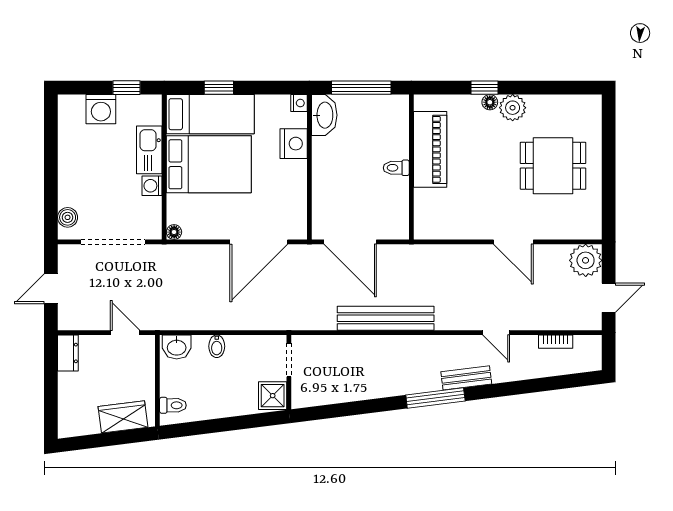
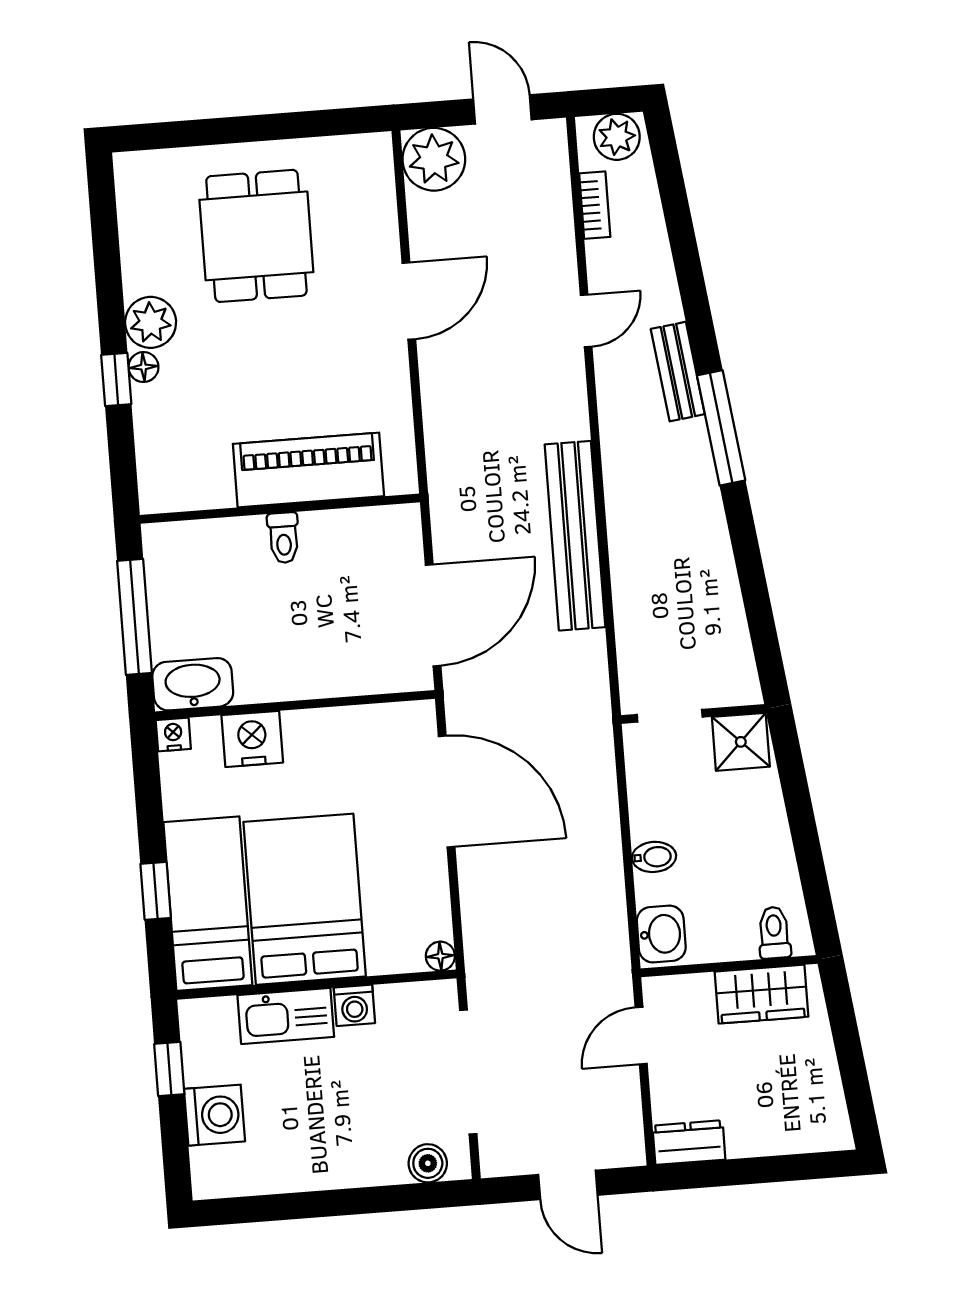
piano: (430, 149) -> (308, 470), moved
plant: (590, 356) -> (617, 137), added
wardrobe: (123, 417) -> (761, 994), moved, turned -83

